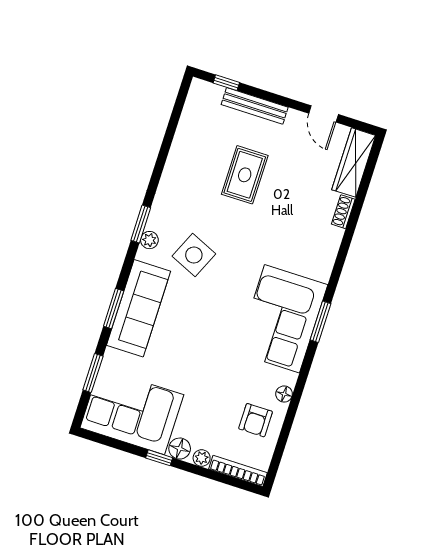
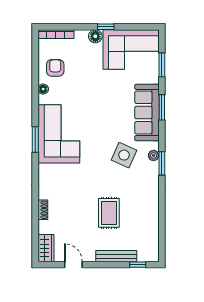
wardrobe: (354, 163) -> (46, 248), width x0.67
plant: (202, 458) -> (80, 35), removed

